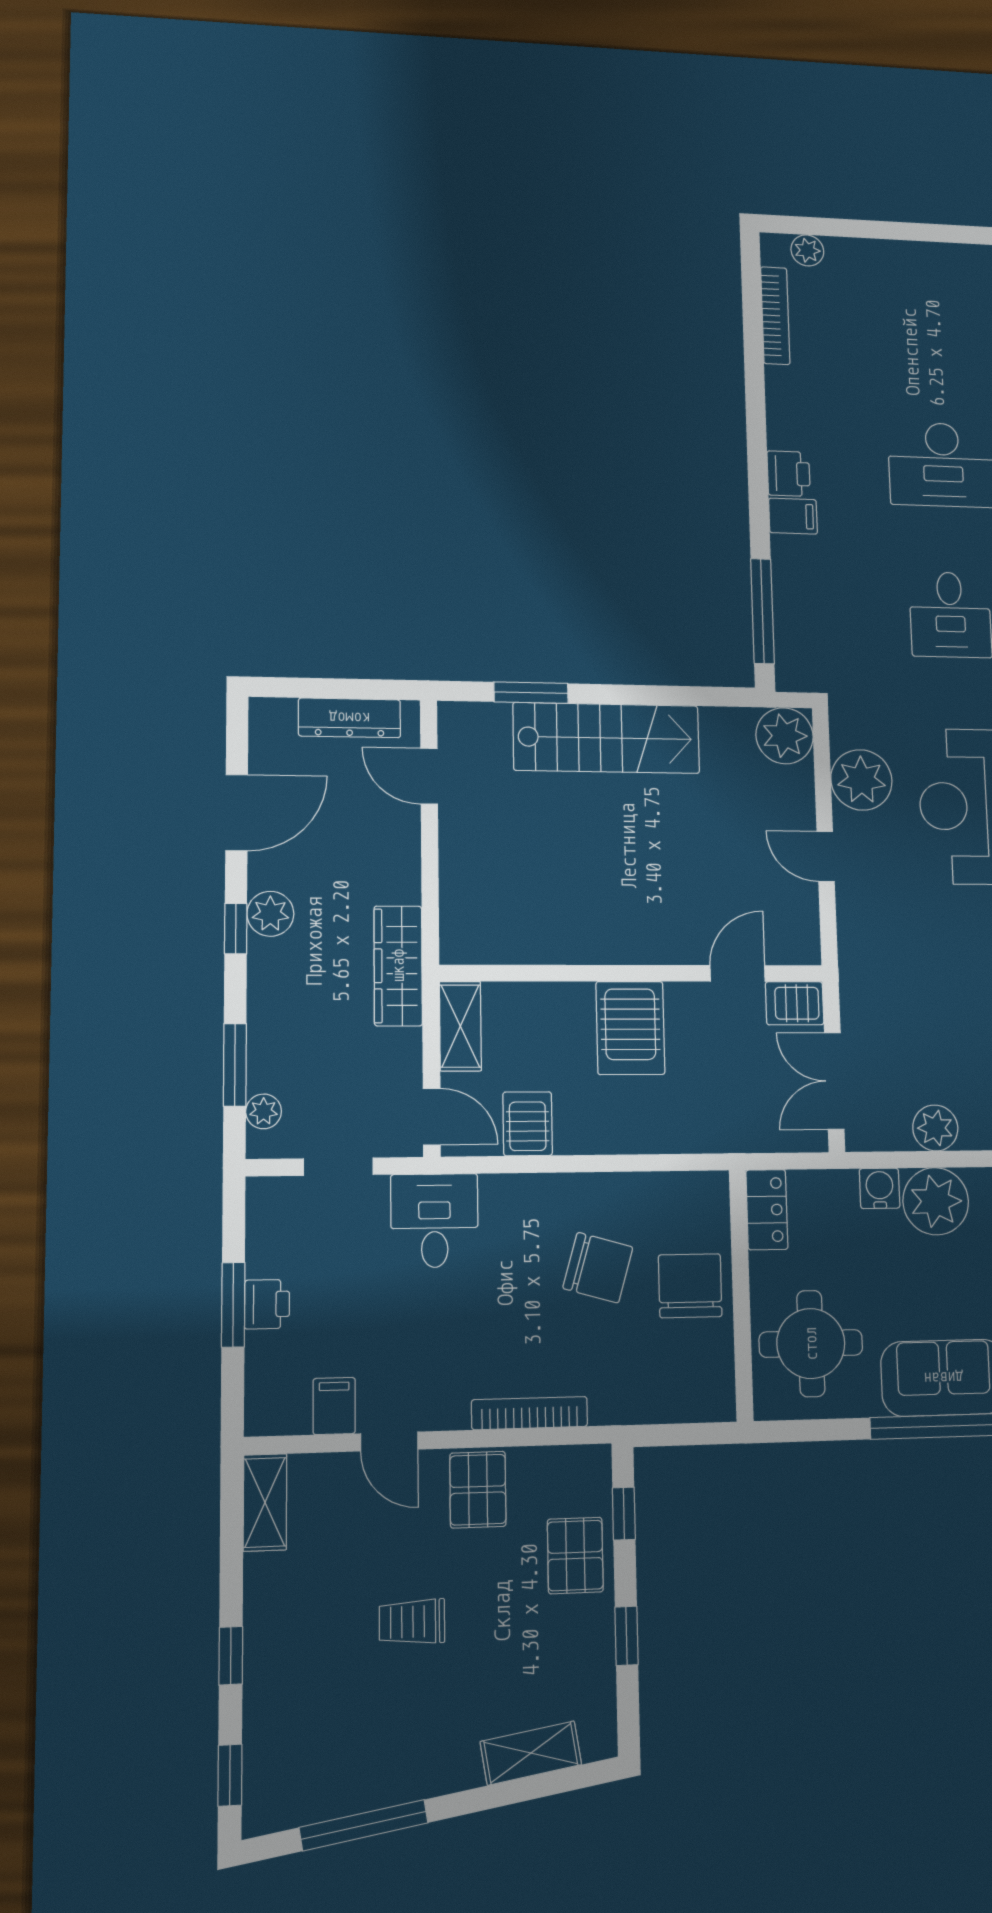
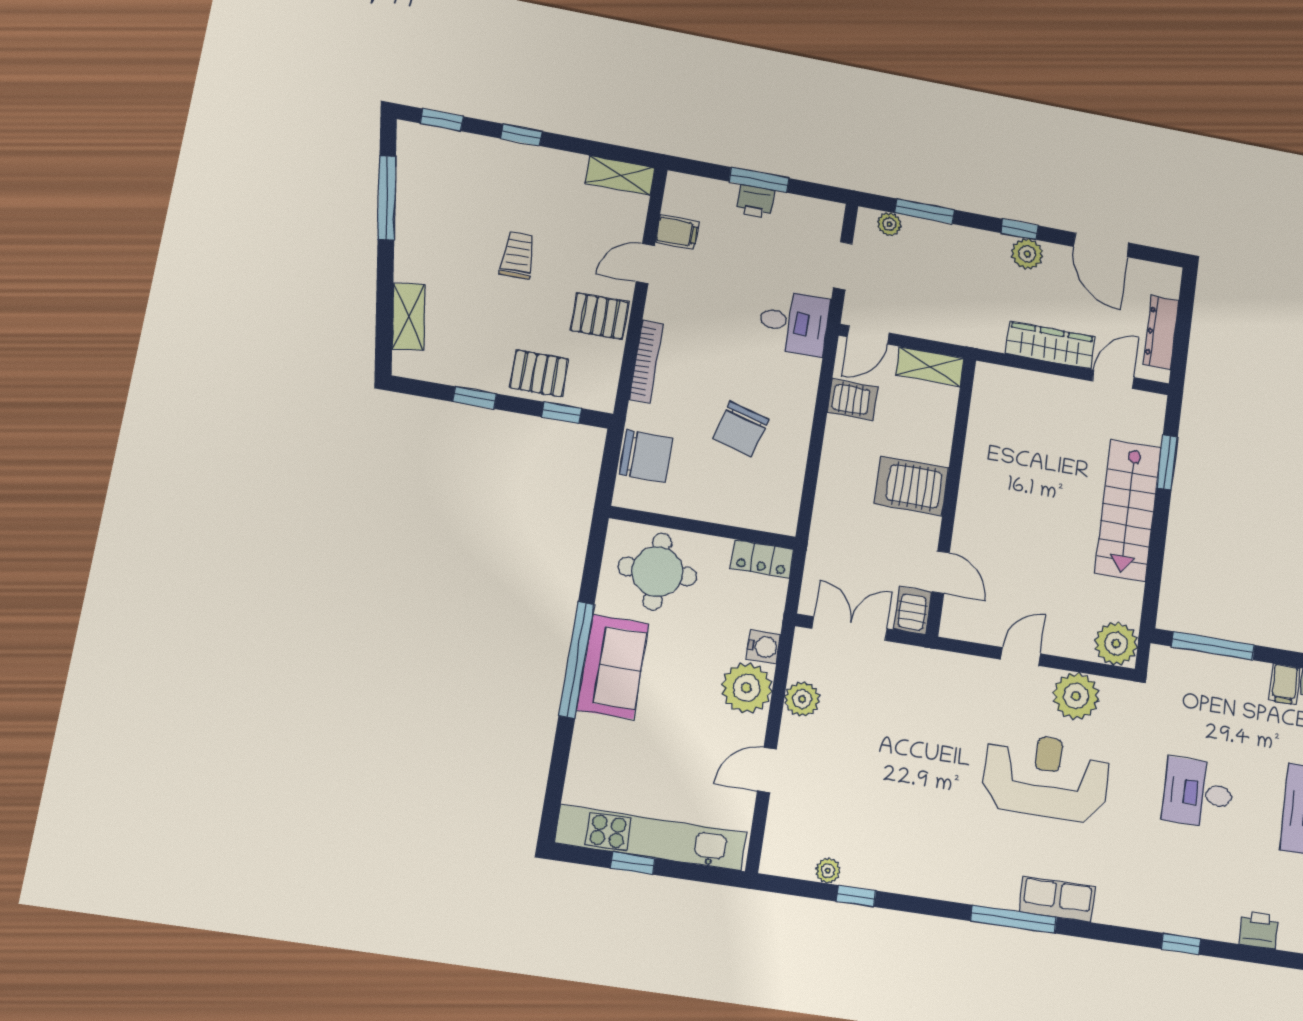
wardrobe: (398, 966) -> (1050, 345), moved
chair: (690, 1286) -> (646, 456), moved

